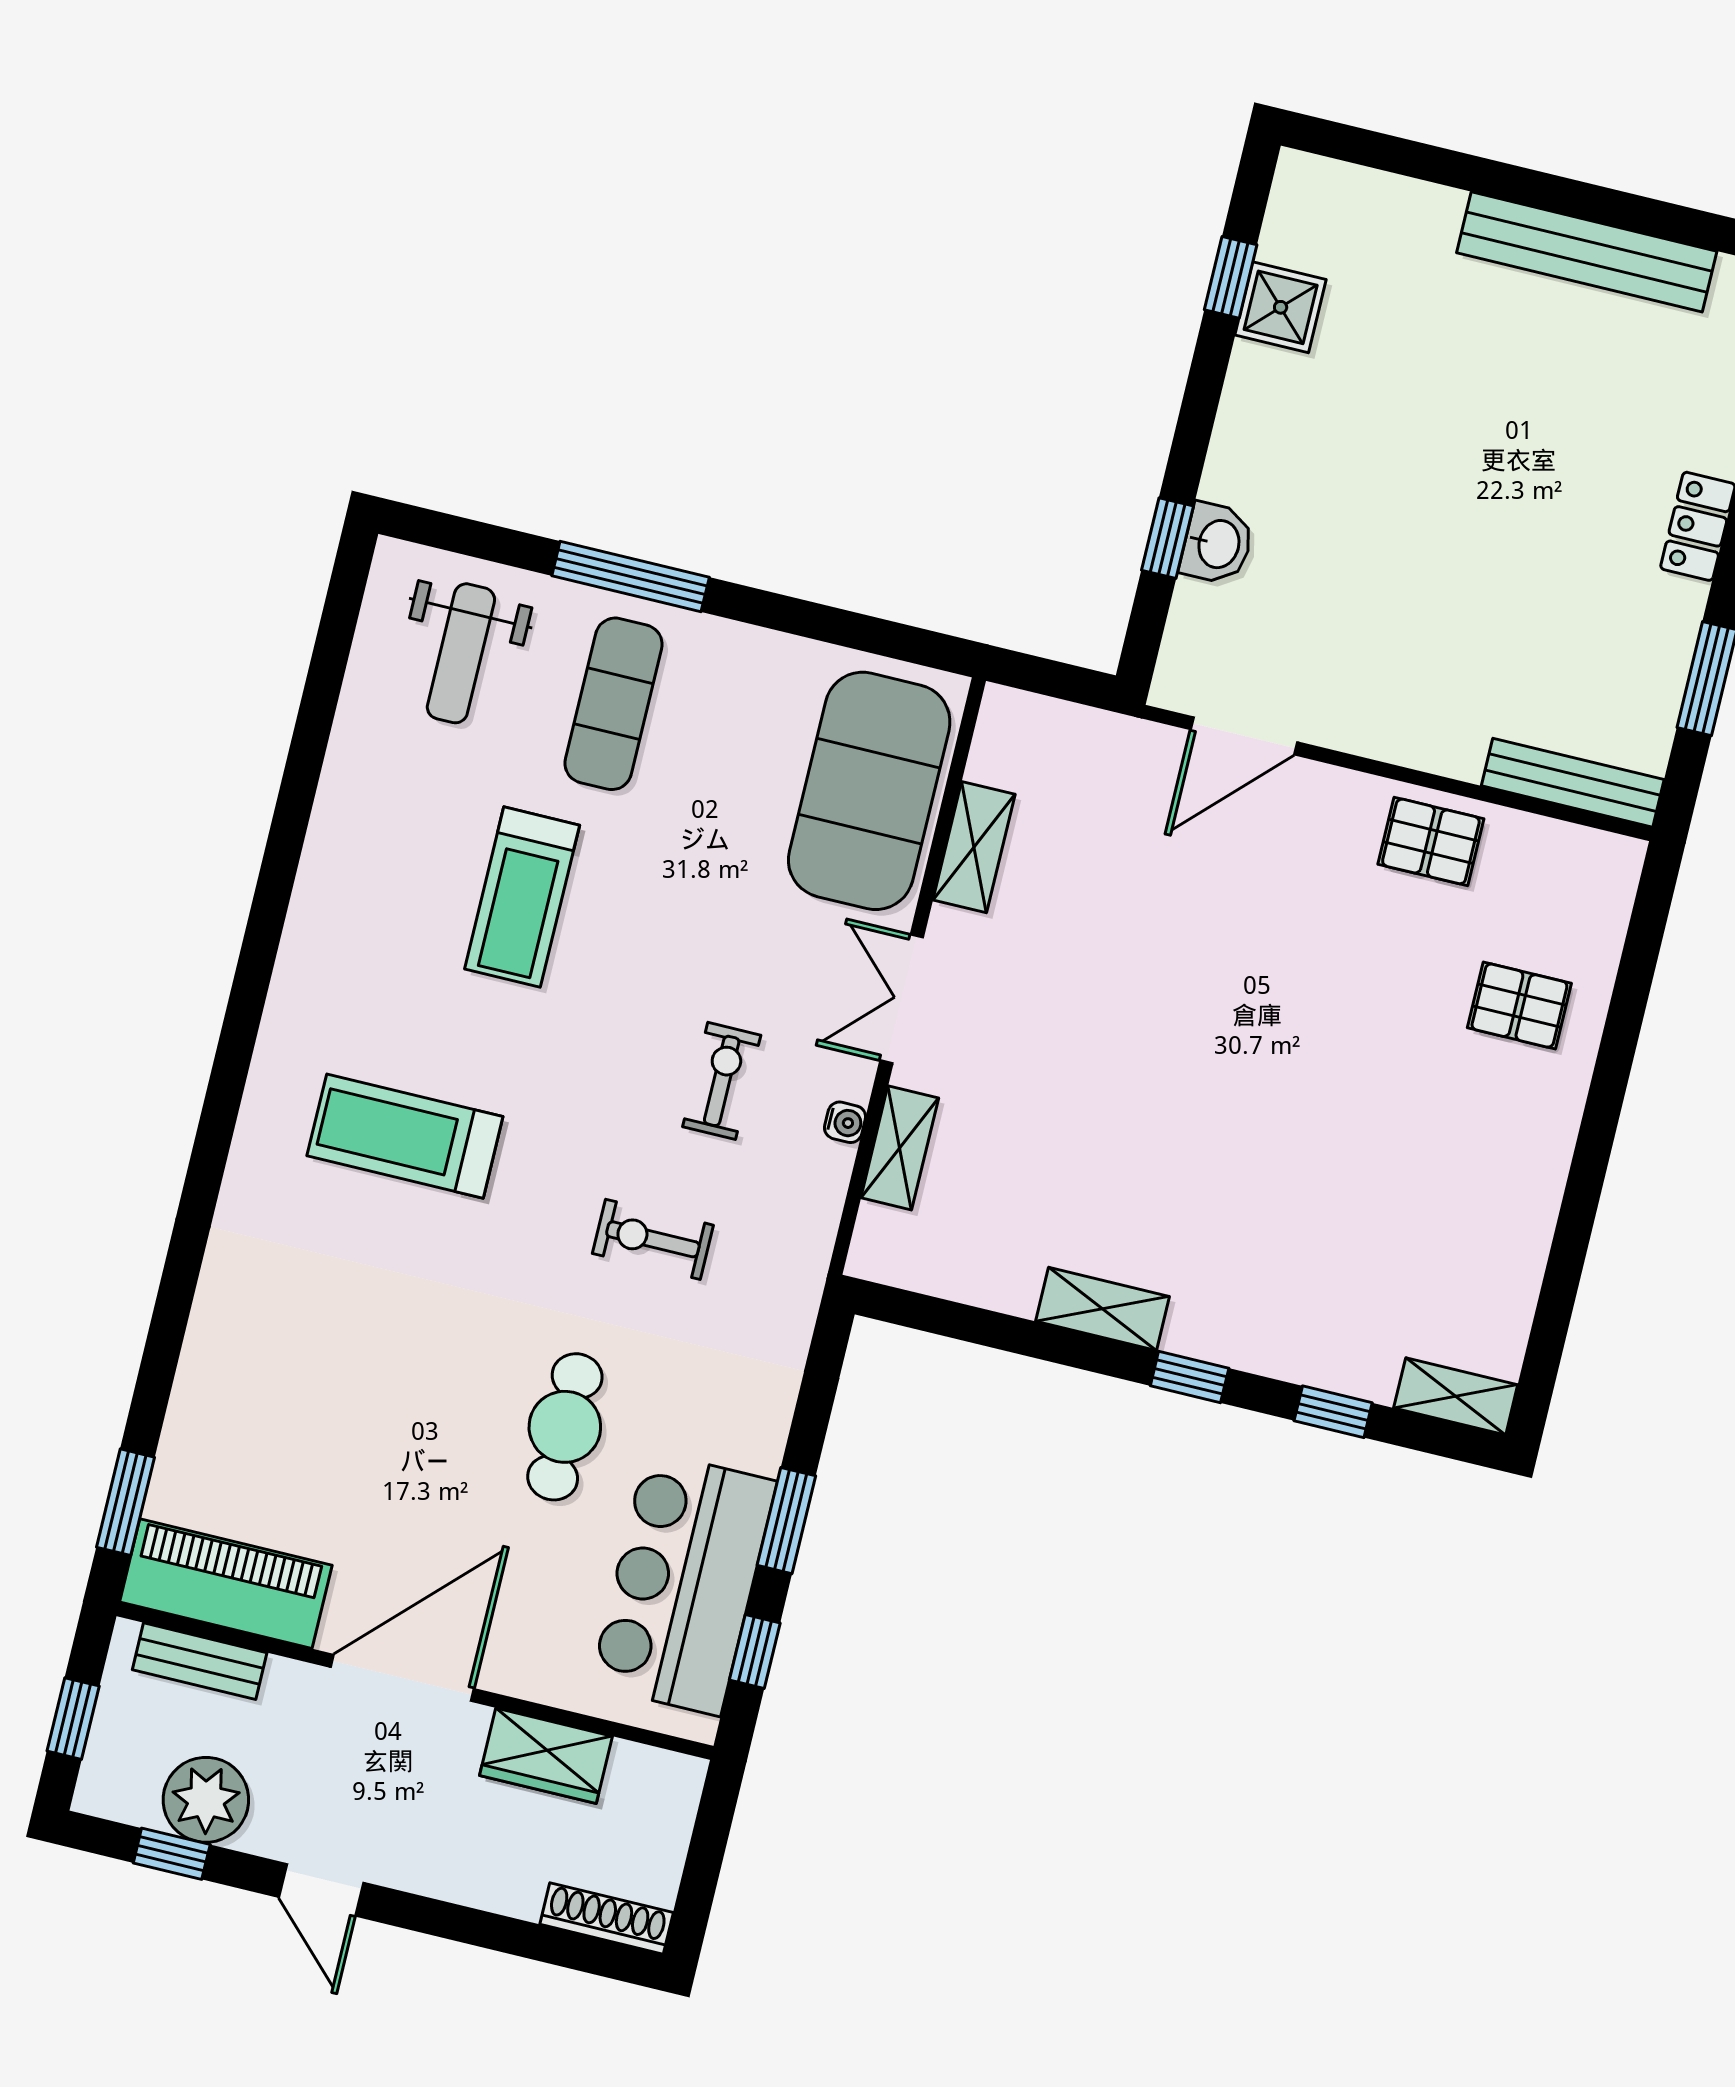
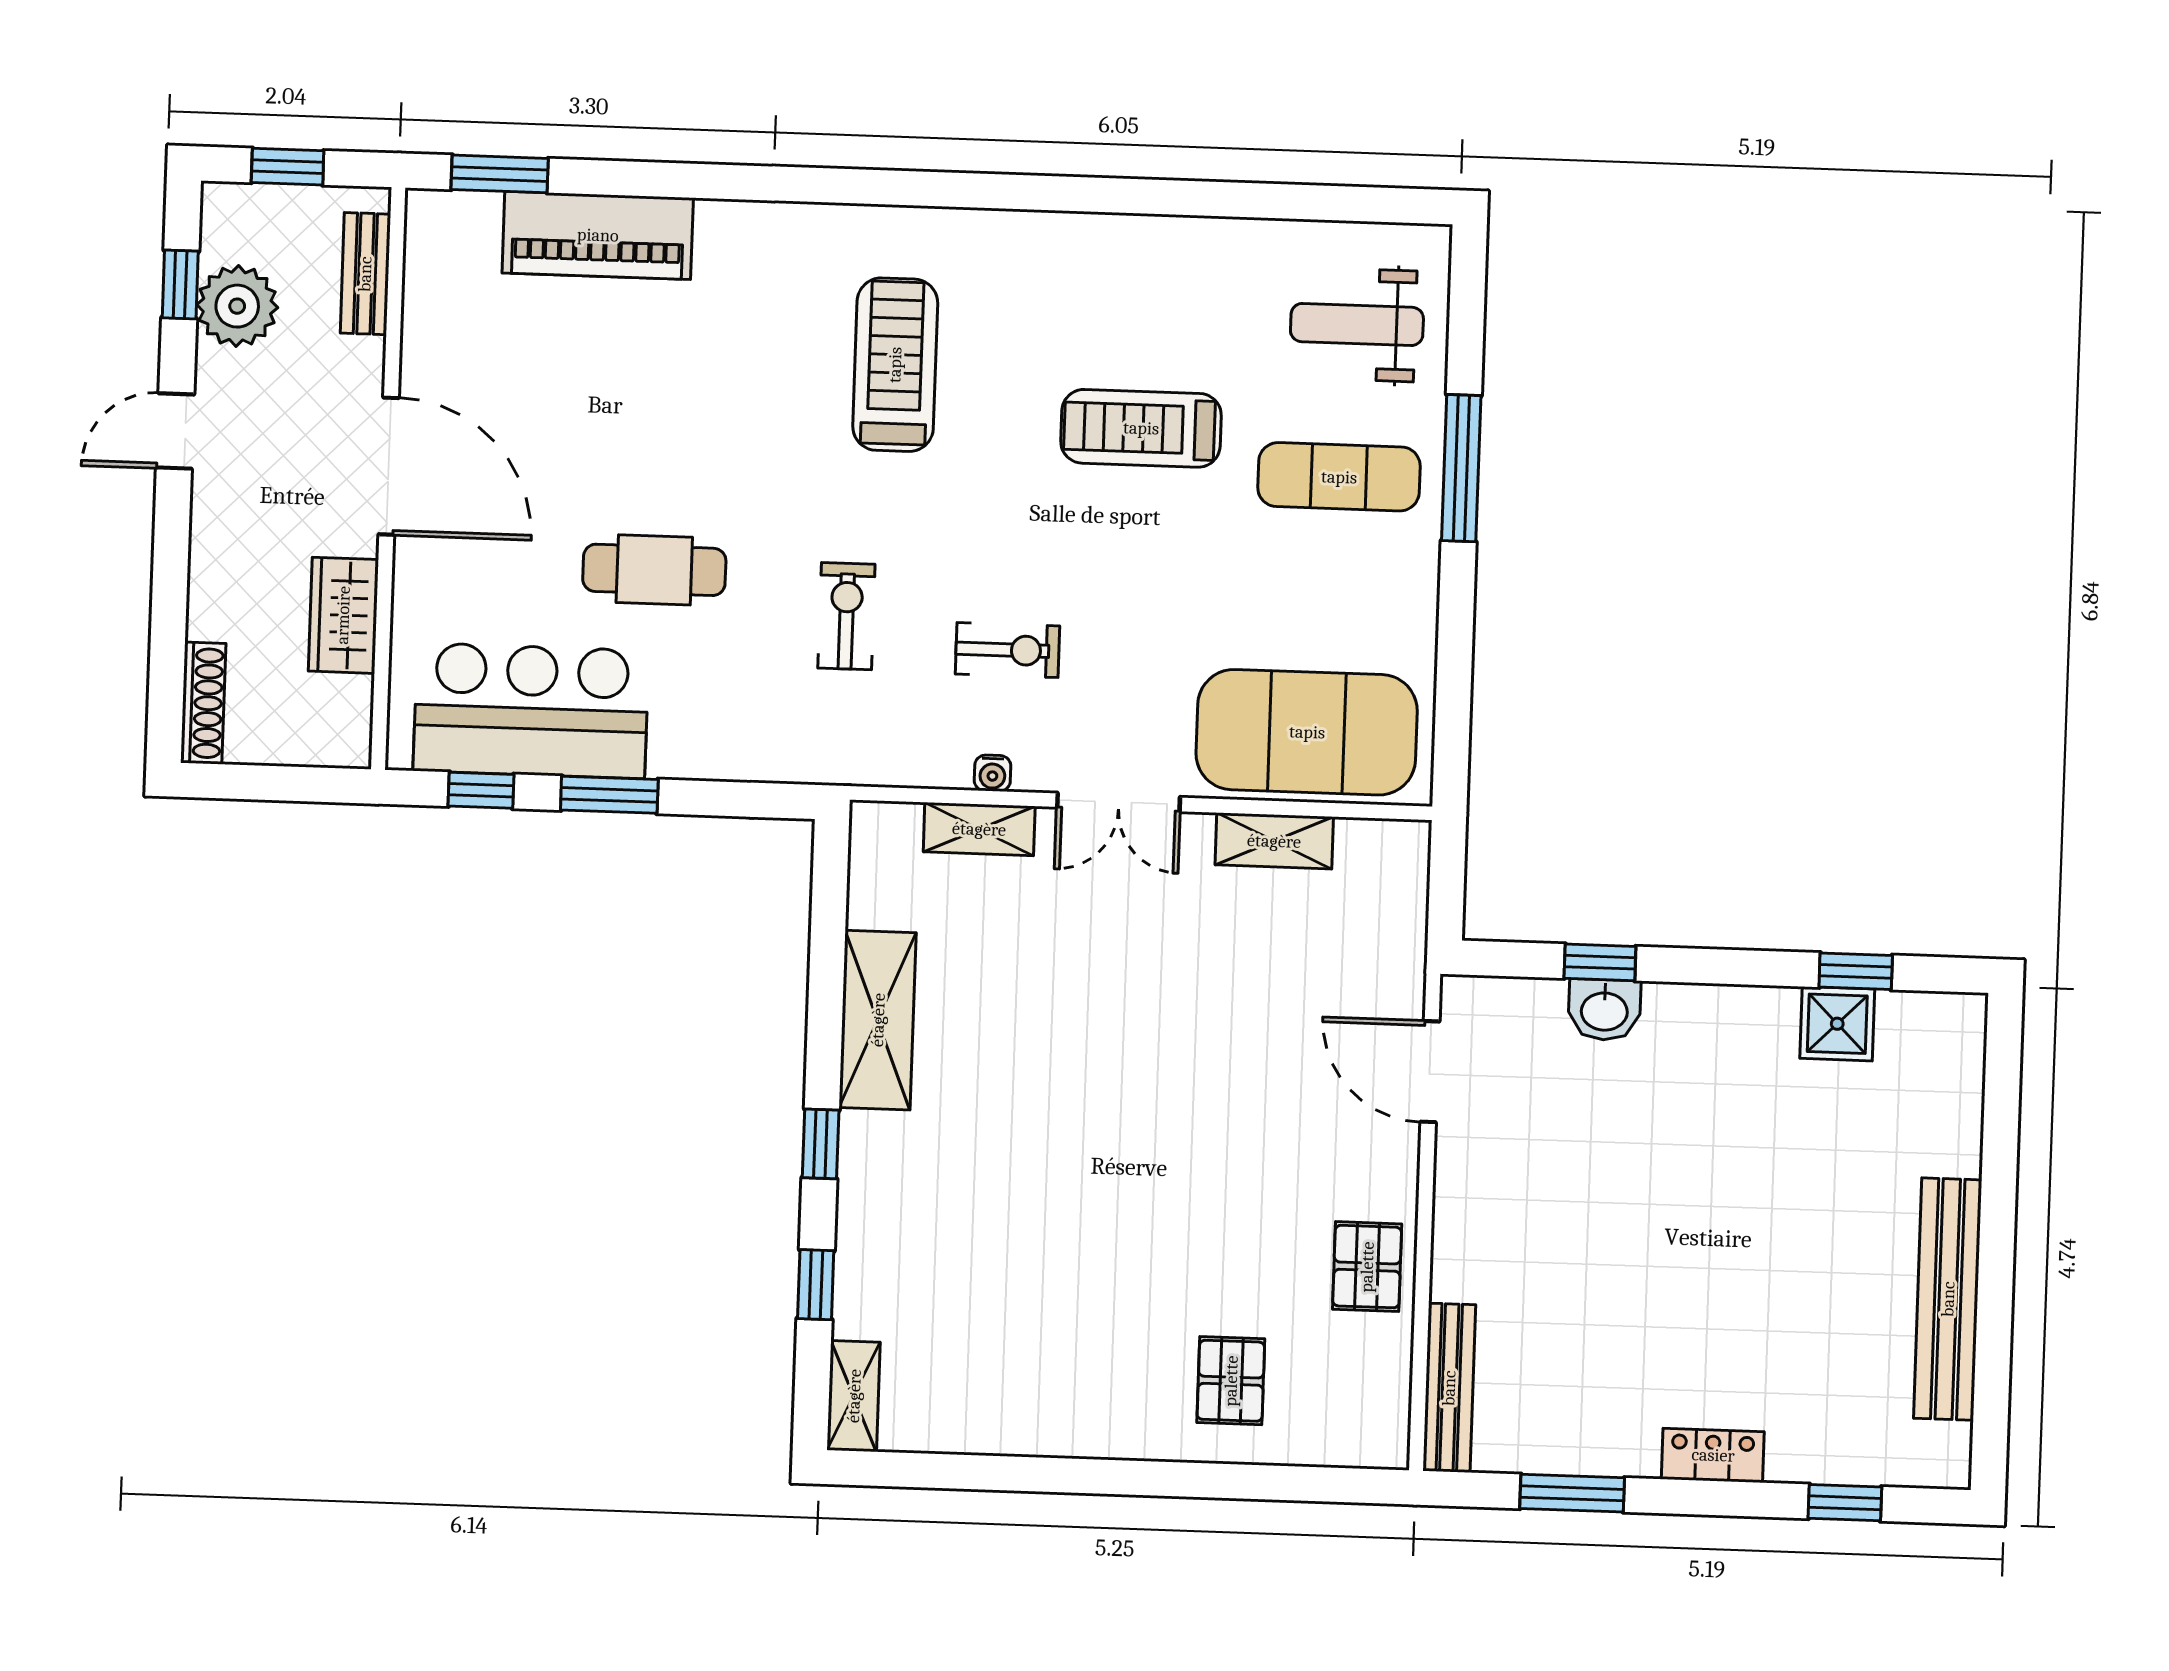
double door: (902, 999) -> (1119, 802), swing flipped
shelving: (1102, 1309) -> (878, 1020), width x1.50, depth x1.33
piano: (226, 1584) -> (598, 235), moved, turned 90

